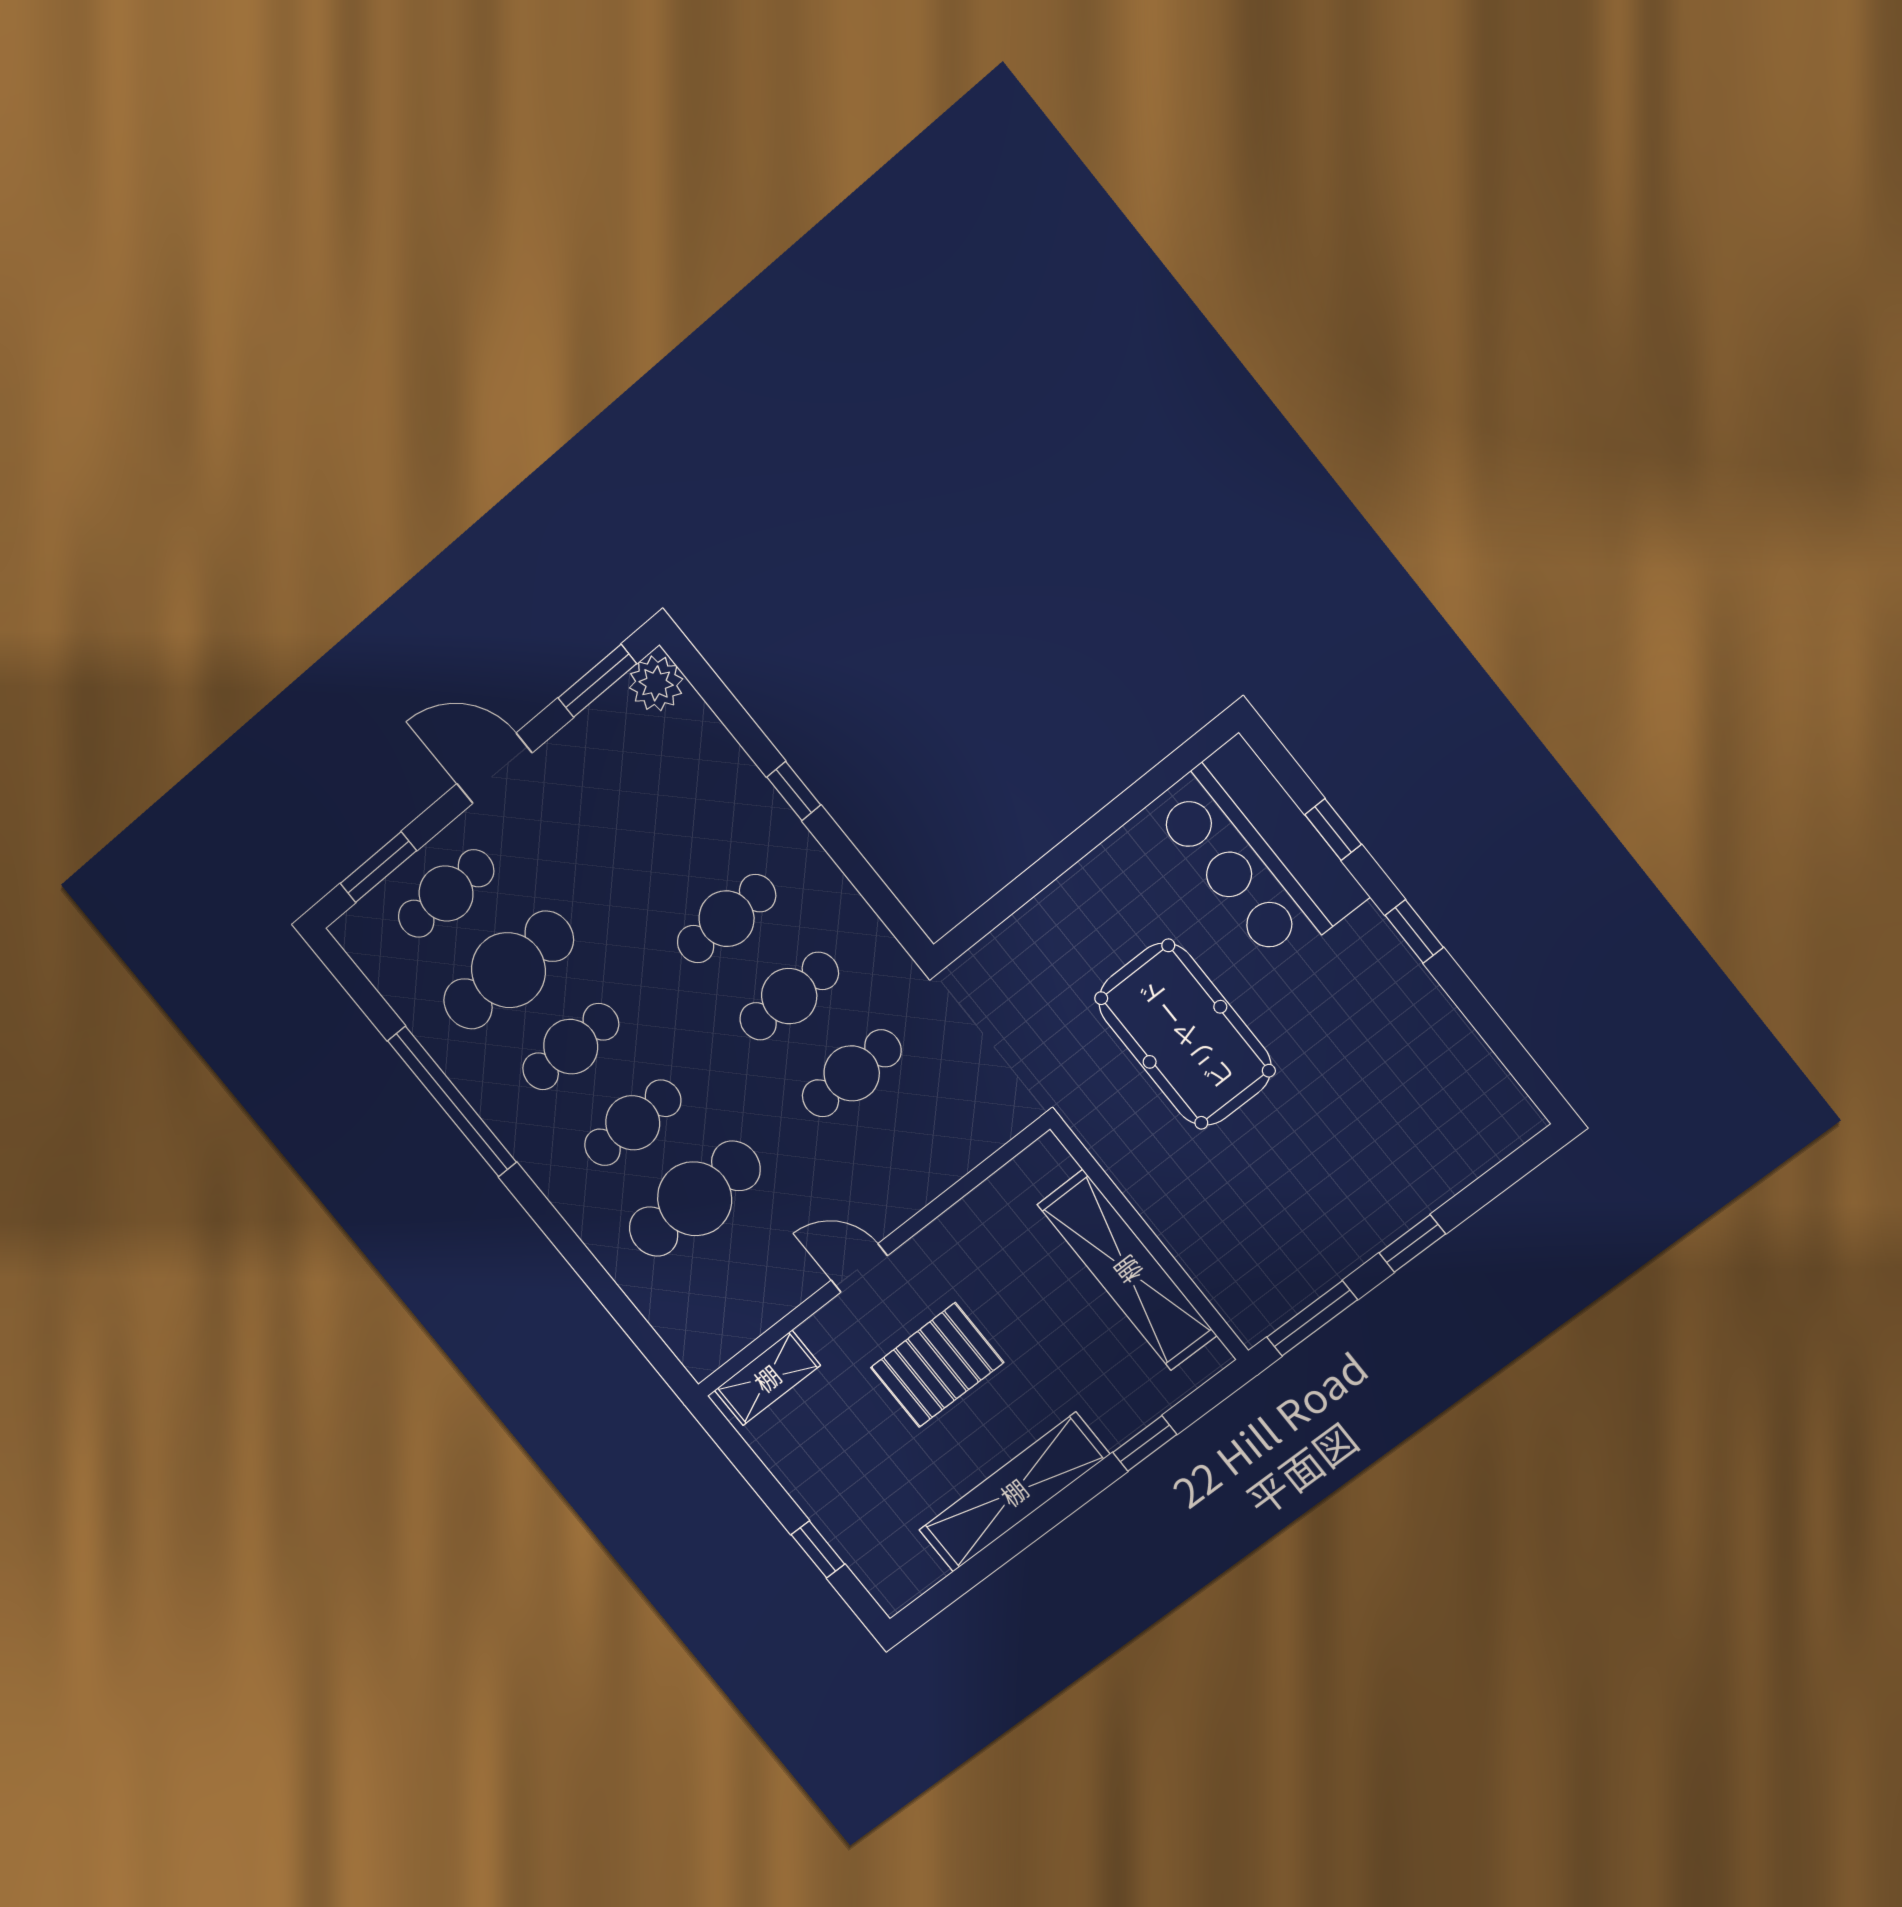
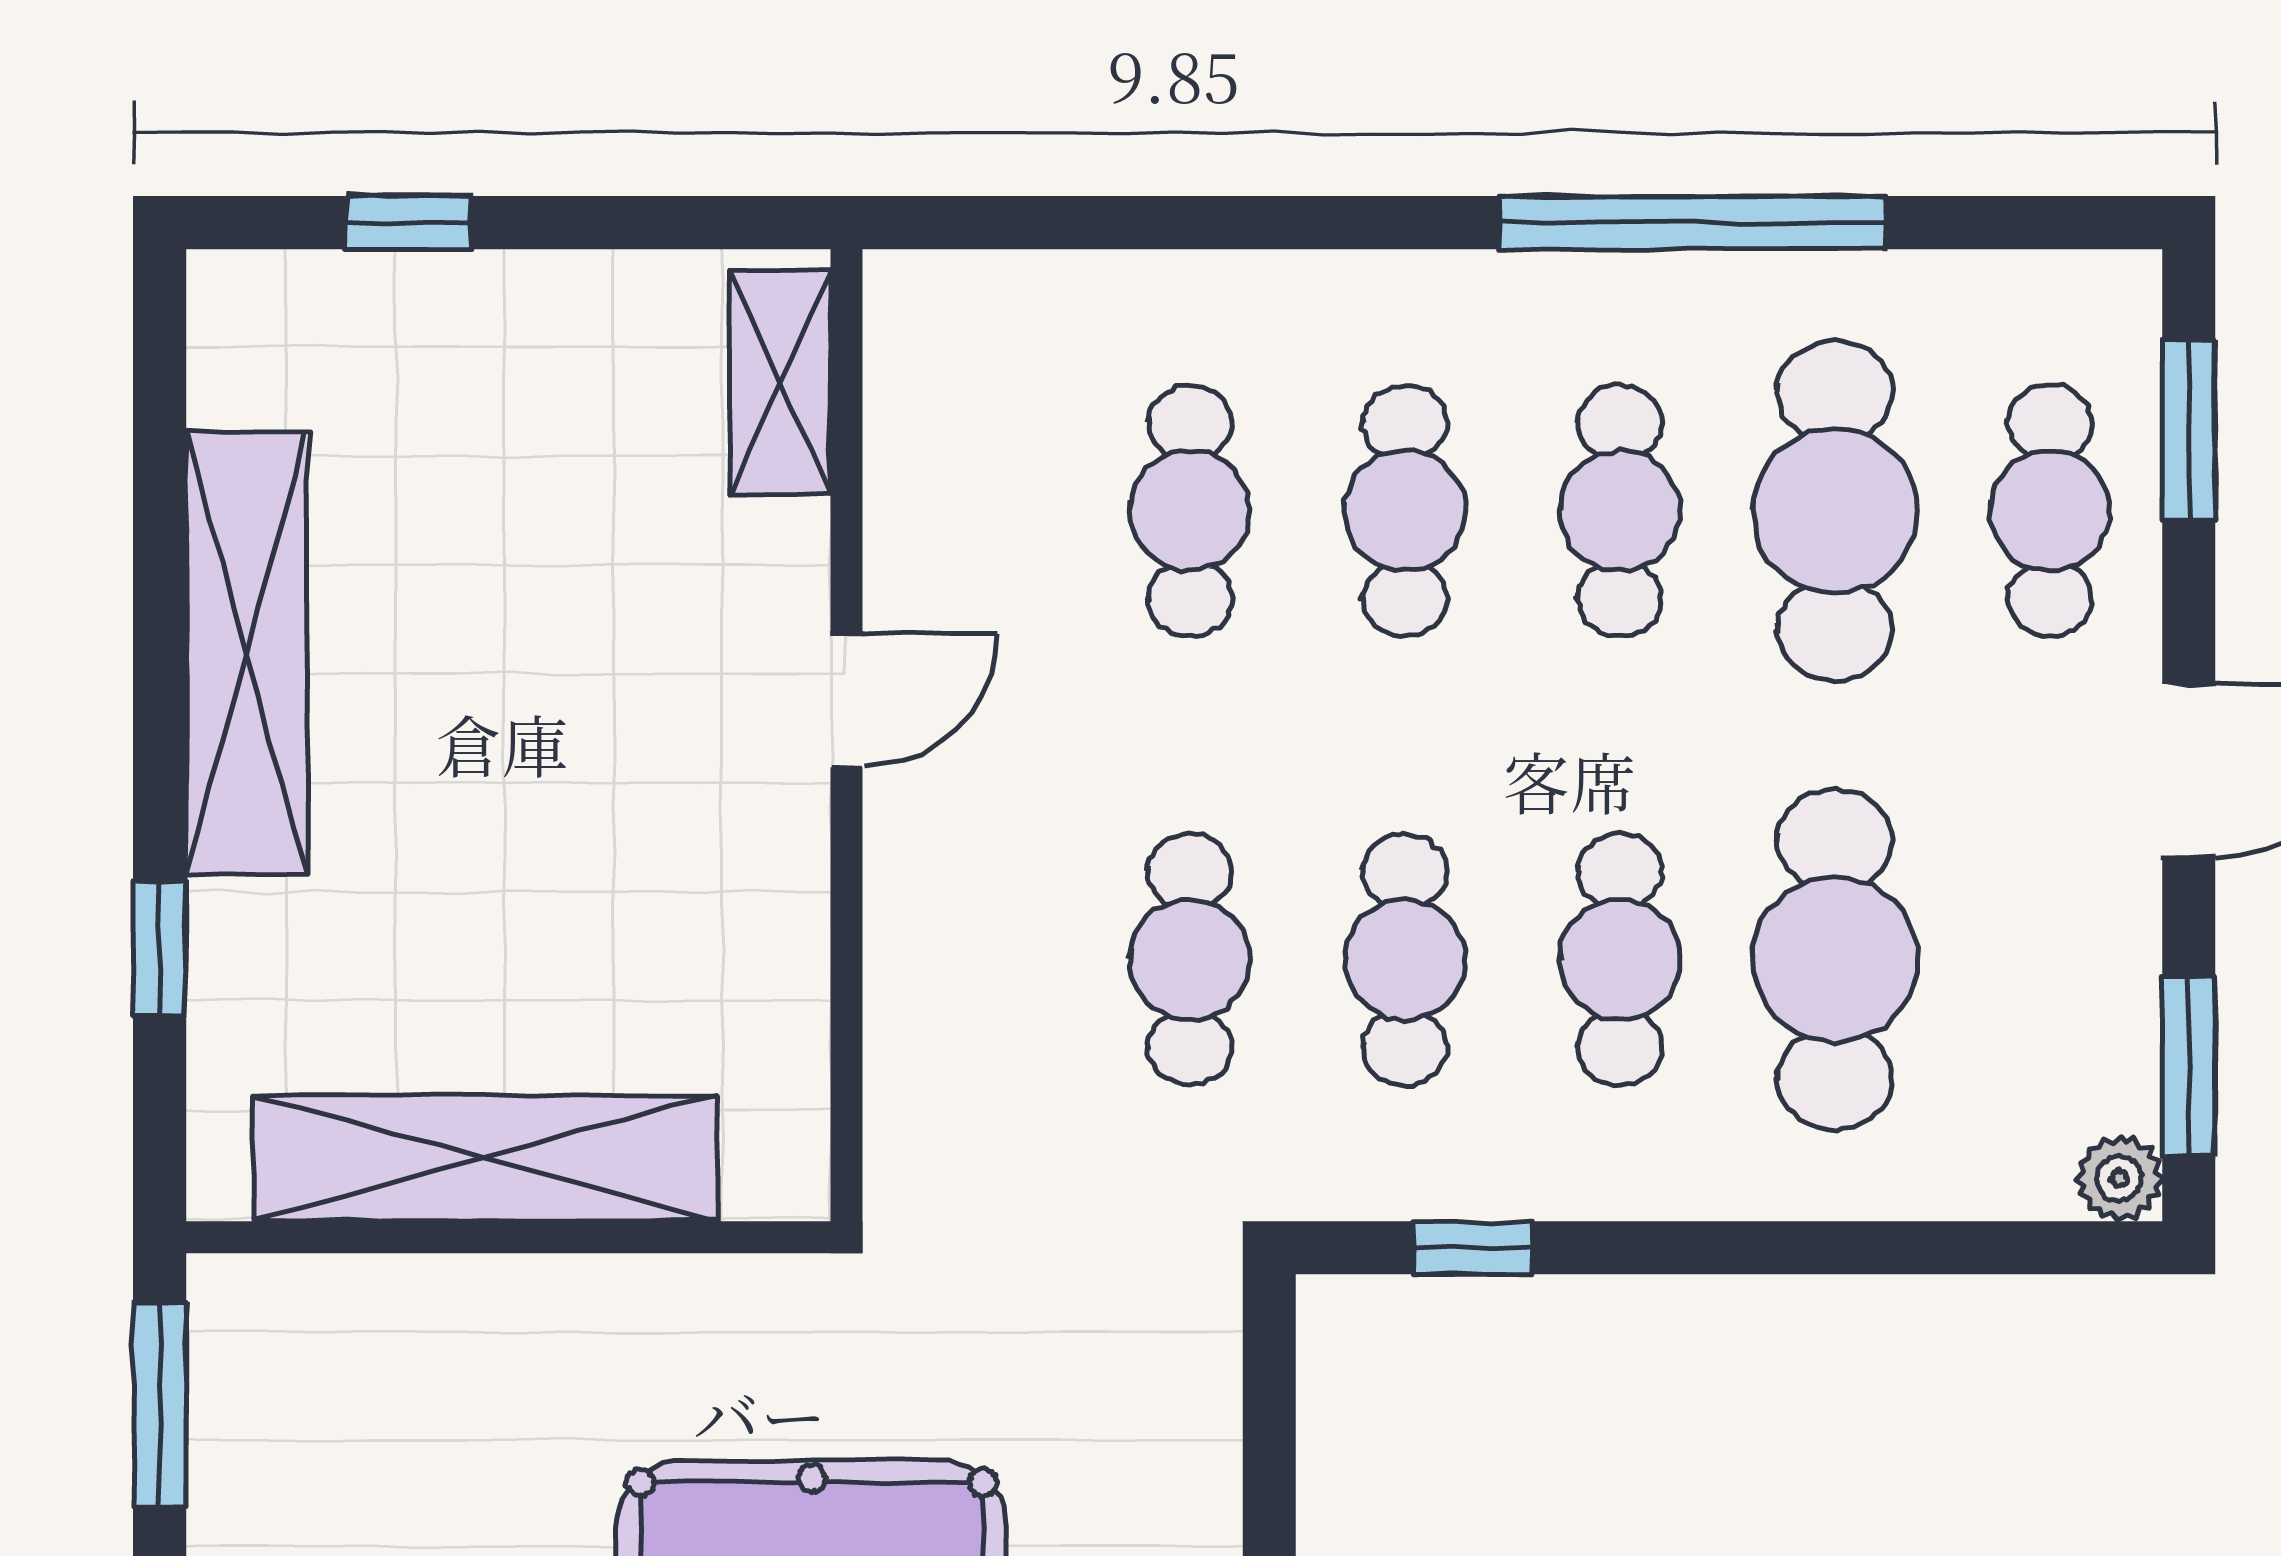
plant: (656, 683) -> (2119, 1178), width x0.73, depth x0.73
window: (794, 791) -> (1473, 1248), moved
cafe table: (664, 841) -> (1835, 959), added
cafe table: (695, 1199) -> (1190, 511), width x0.73, depth x0.74
pallet: (937, 1365) -> (573, 699), removed

